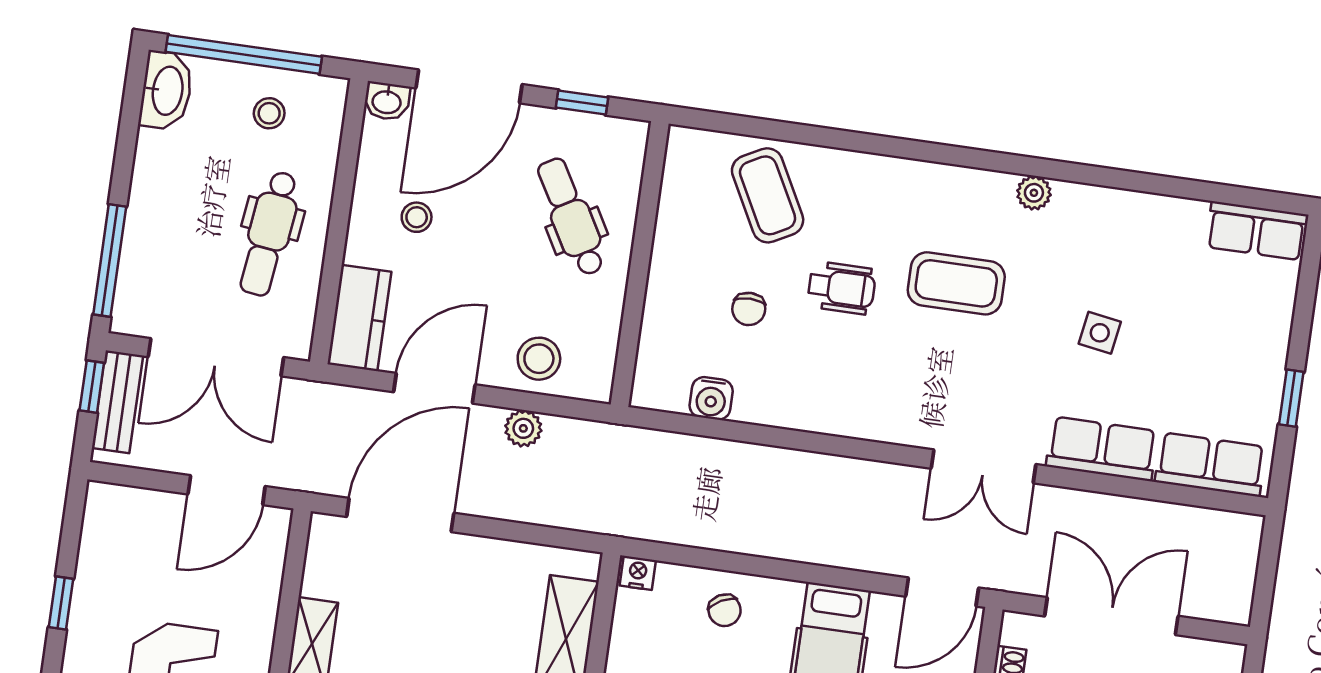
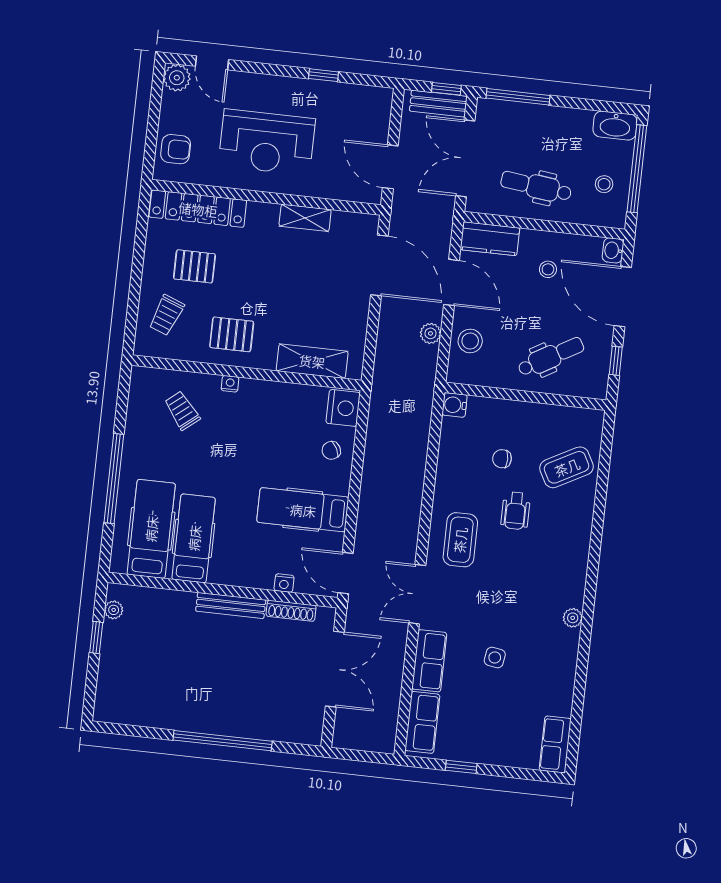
coffee table: (956, 283) -> (460, 540), moved
water cooler: (711, 398) -> (455, 405), moved
nightstand: (638, 573) -> (343, 408), width x1.89, depth x1.79

